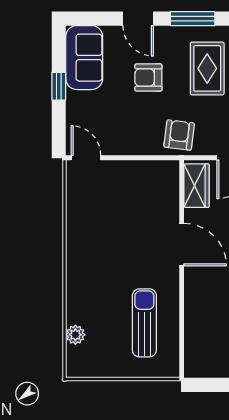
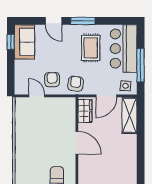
armchair: (148, 78) -> (52, 80), moved, turned 89
window: (59, 86) -> (11, 42), moved
door: (86, 158) -> (37, 96), moved

